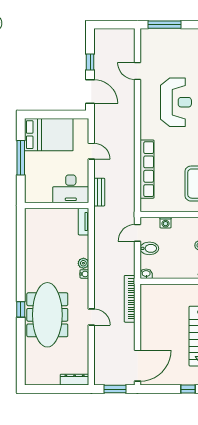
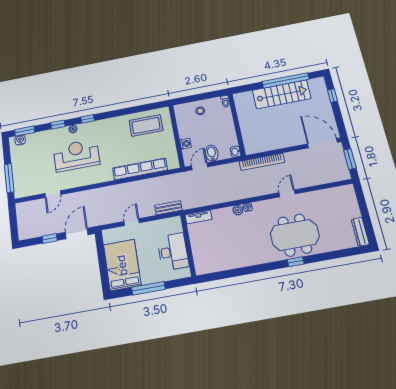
desk: (71, 189) -> (173, 252), moved
door: (137, 233) -> (200, 166), swing flipped
meeting table: (47, 315) -> (295, 235), width x0.73
dresser: (75, 380) -> (360, 232), moved

